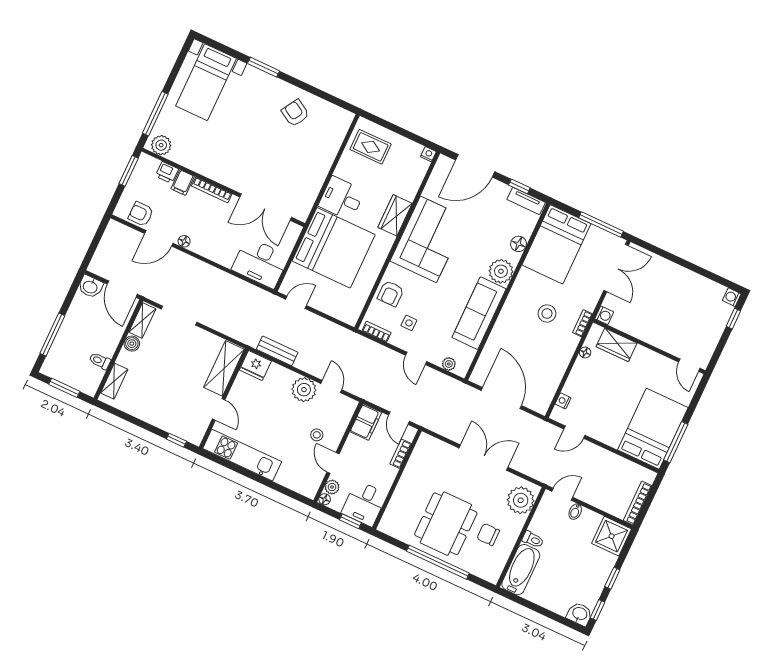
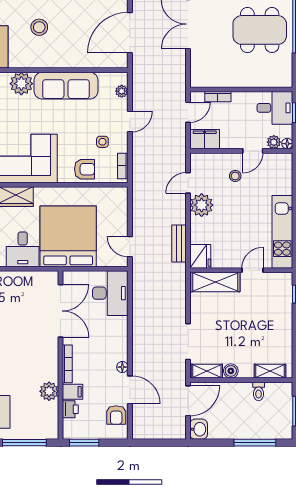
plant: (161, 145) -> (49, 391), moved

